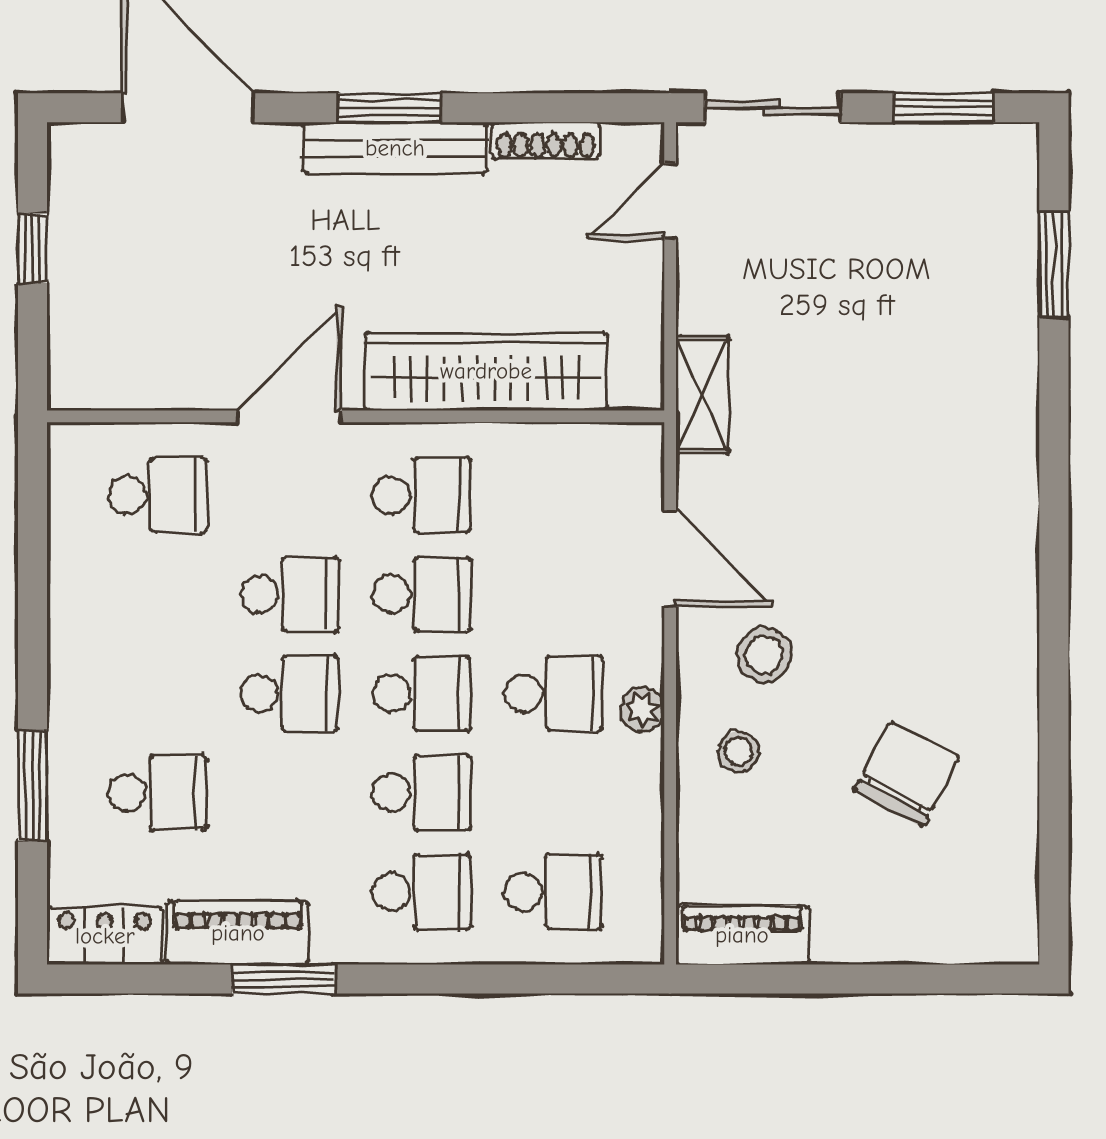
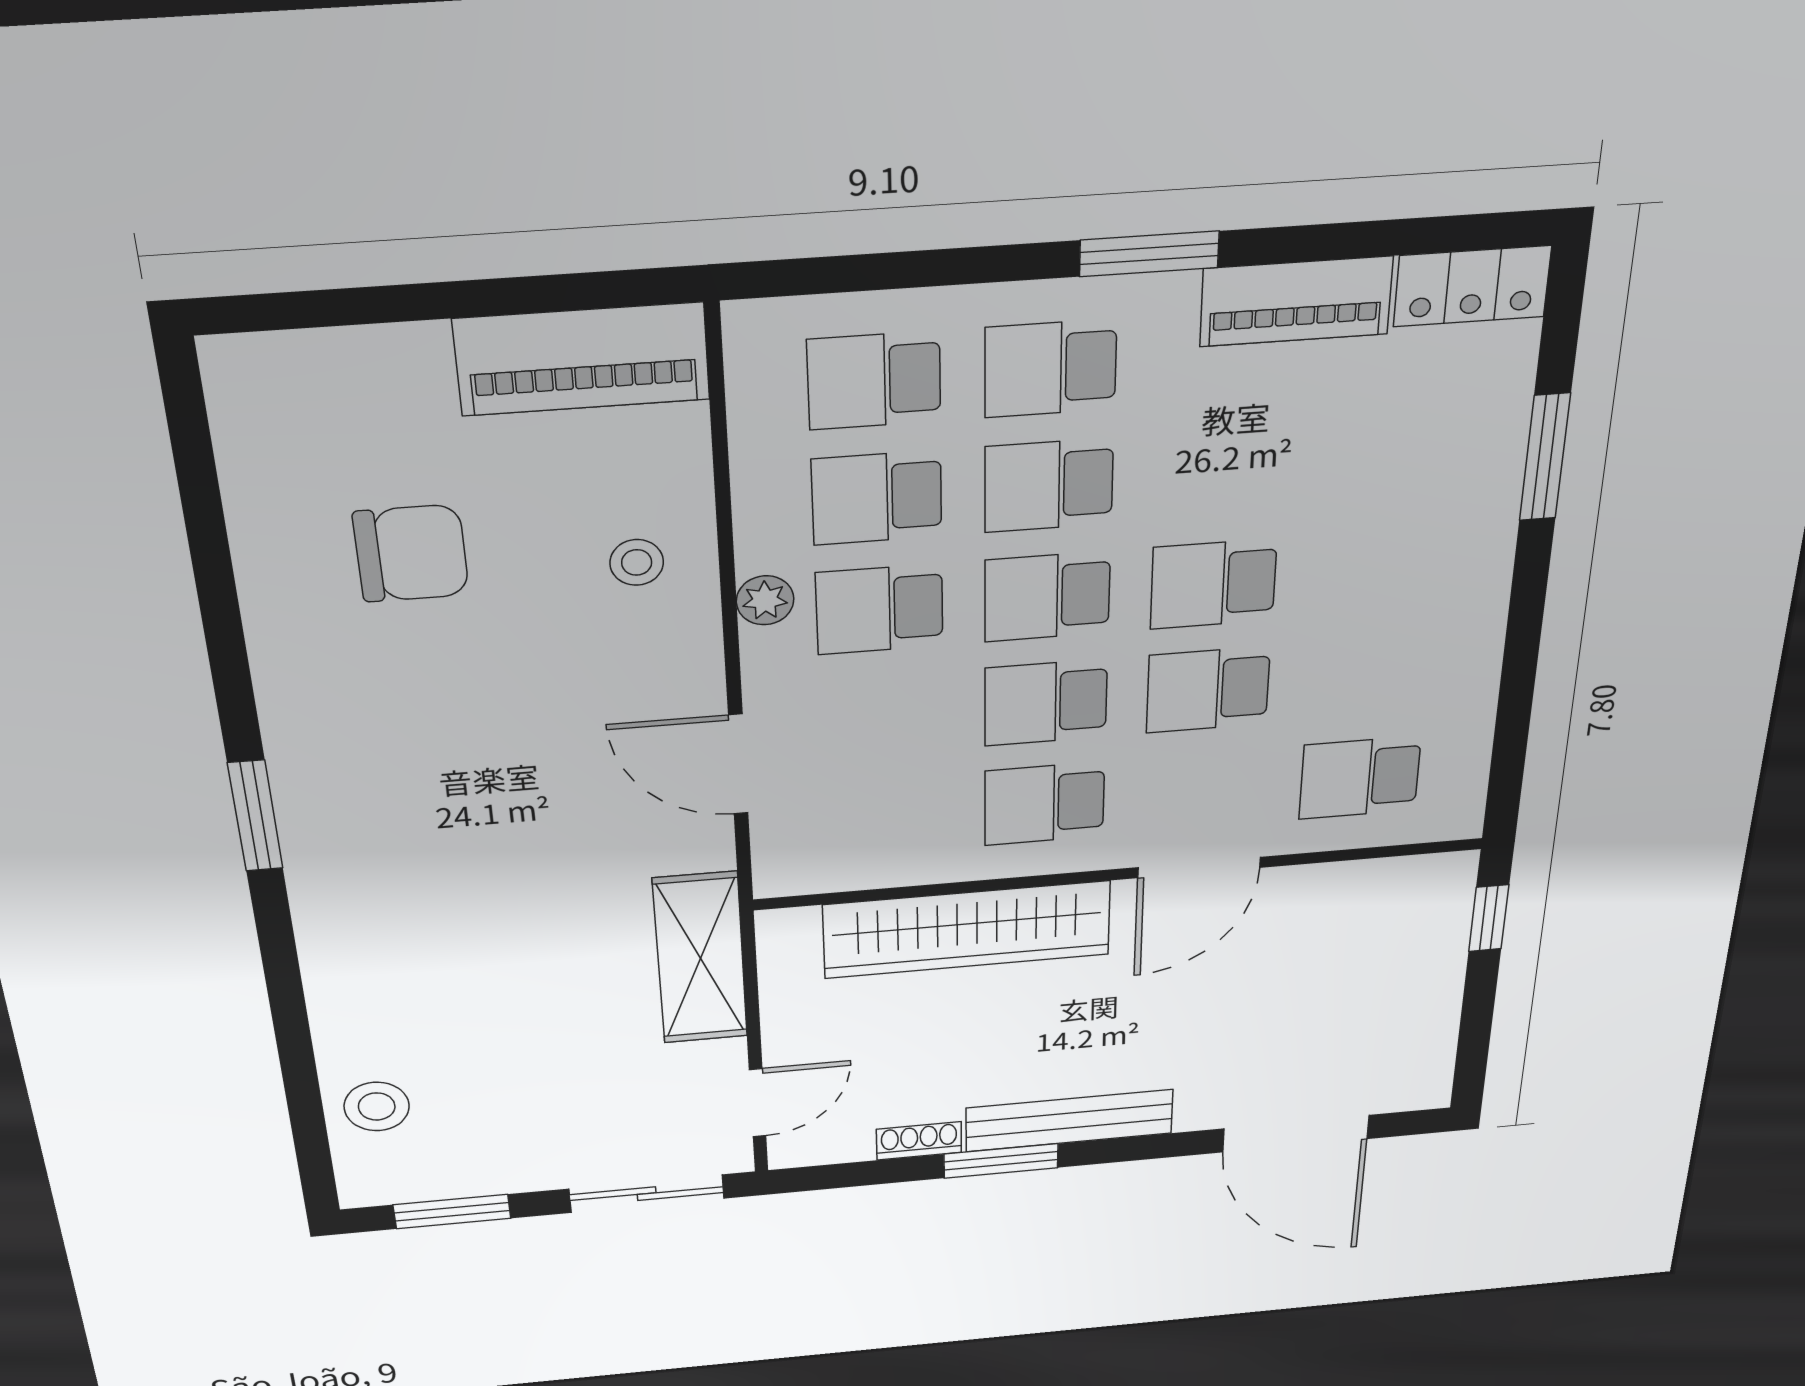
window: (390, 108) -> (1001, 1161), moved
shoe rack: (546, 140) -> (919, 1141), width x0.70
window: (32, 248) -> (1489, 918), moved
window: (1054, 264) -> (255, 816), moved
shelving: (702, 395) -> (700, 958), width x1.50, depth x1.33
stool: (764, 655) -> (377, 1106), moved
chair: (907, 774) -> (411, 553), turned -118
school desk: (158, 793) -> (877, 498), moved
piano: (742, 935) -> (582, 359), width x1.37, depth x1.33
window: (283, 979) -> (1149, 254), moved

